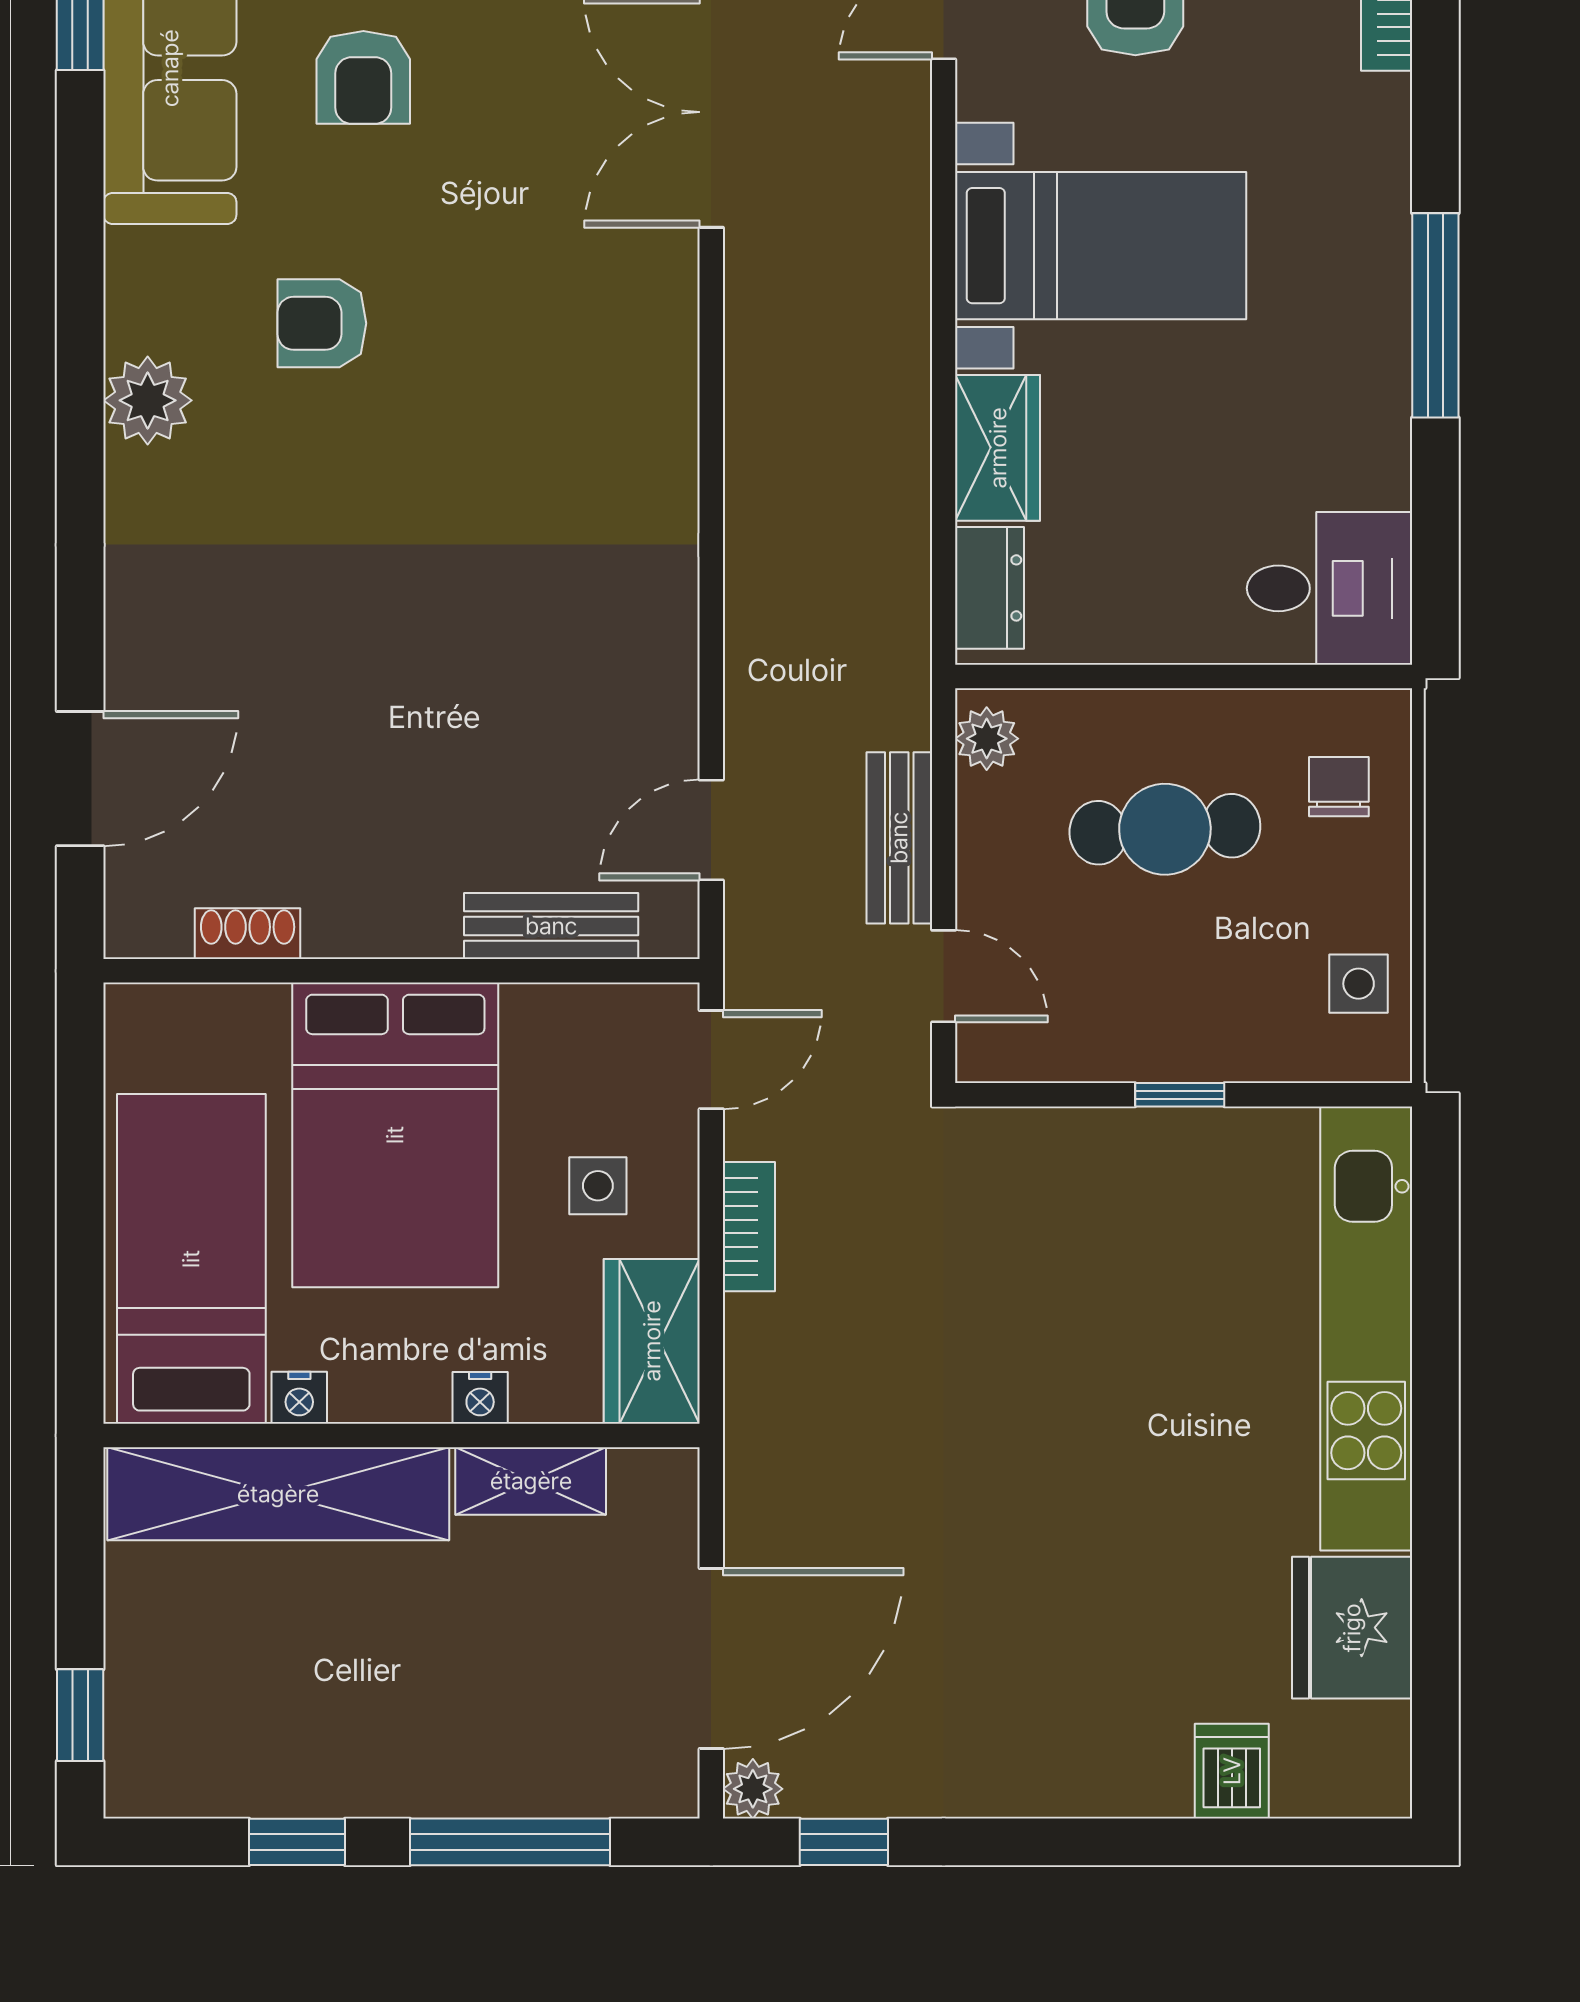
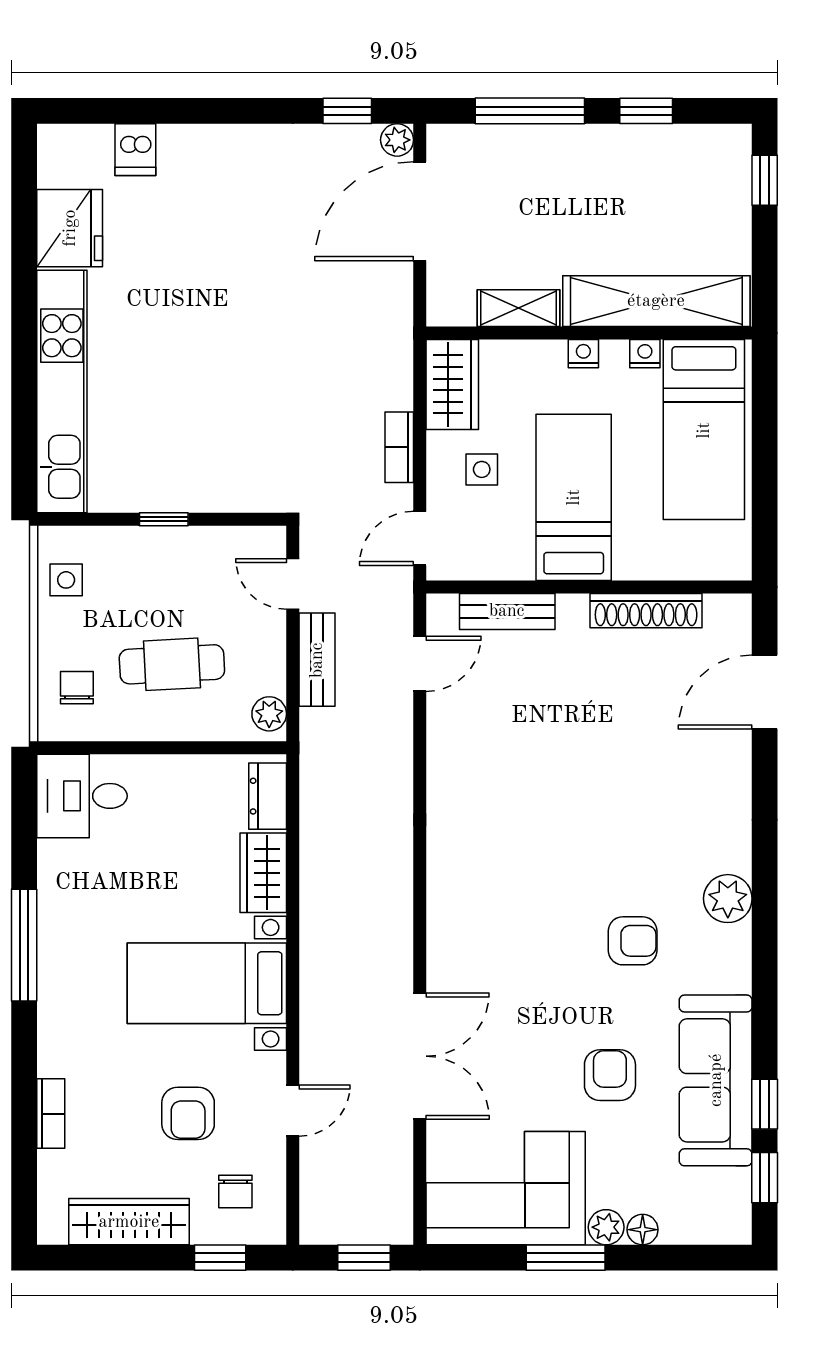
chair: (1339, 787) -> (77, 688), turned 180
shoe rack: (248, 934) -> (646, 611), width x1.94, depth x1.24
bed: (395, 1135) -> (574, 497), width x0.67
nightstand: (480, 1398) -> (583, 354), moved

